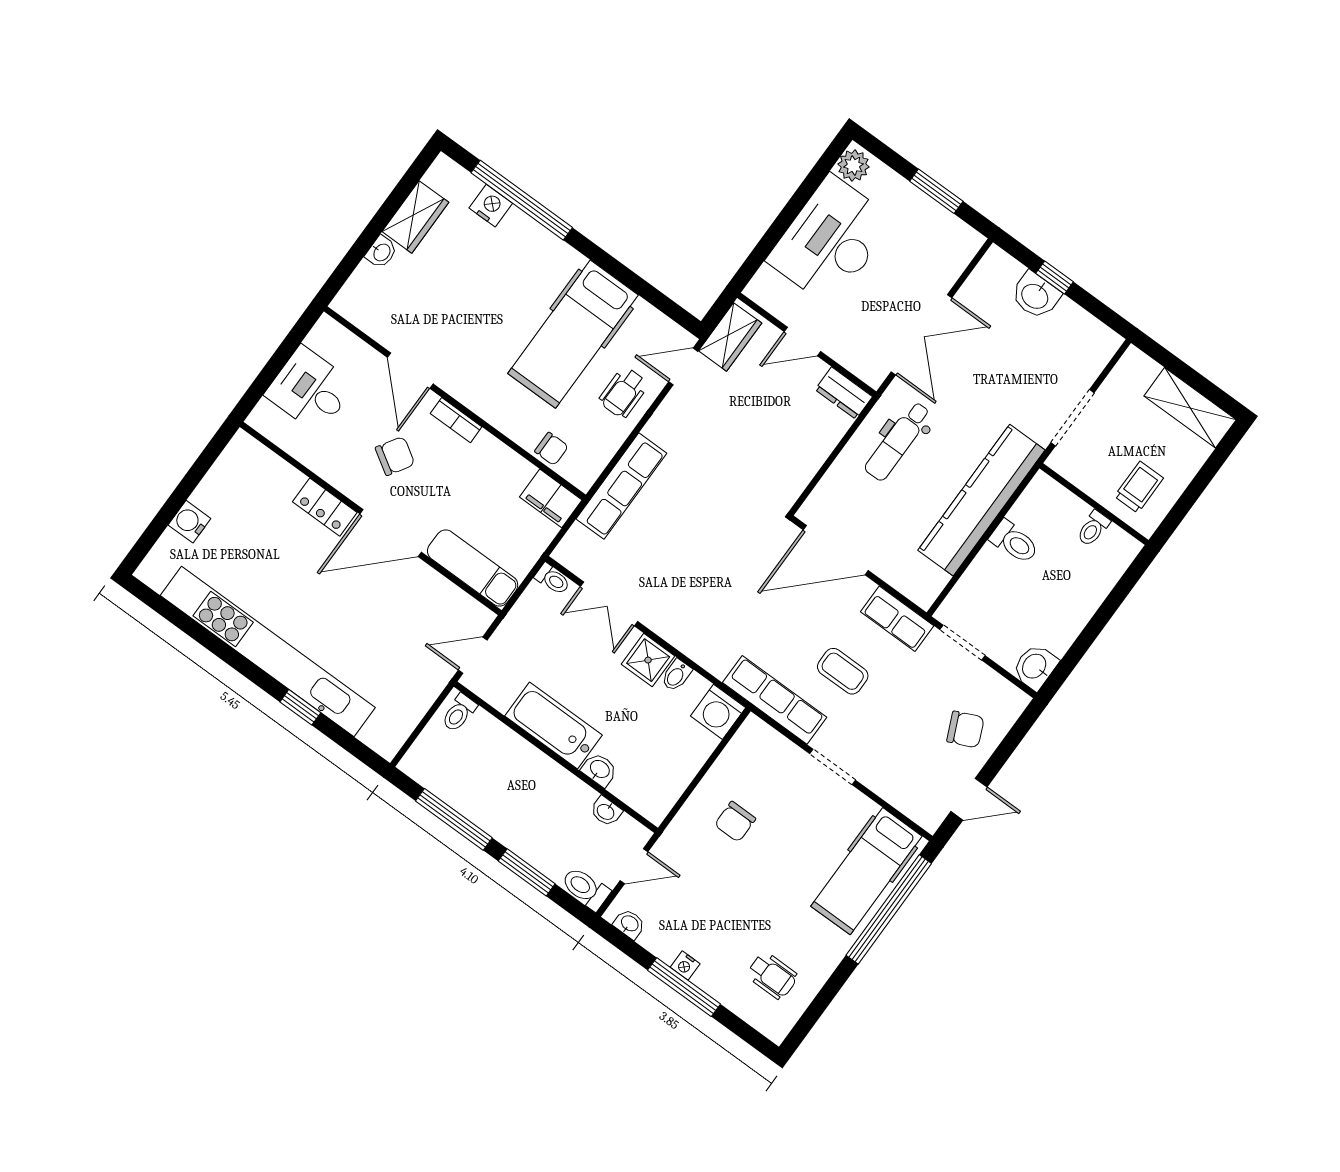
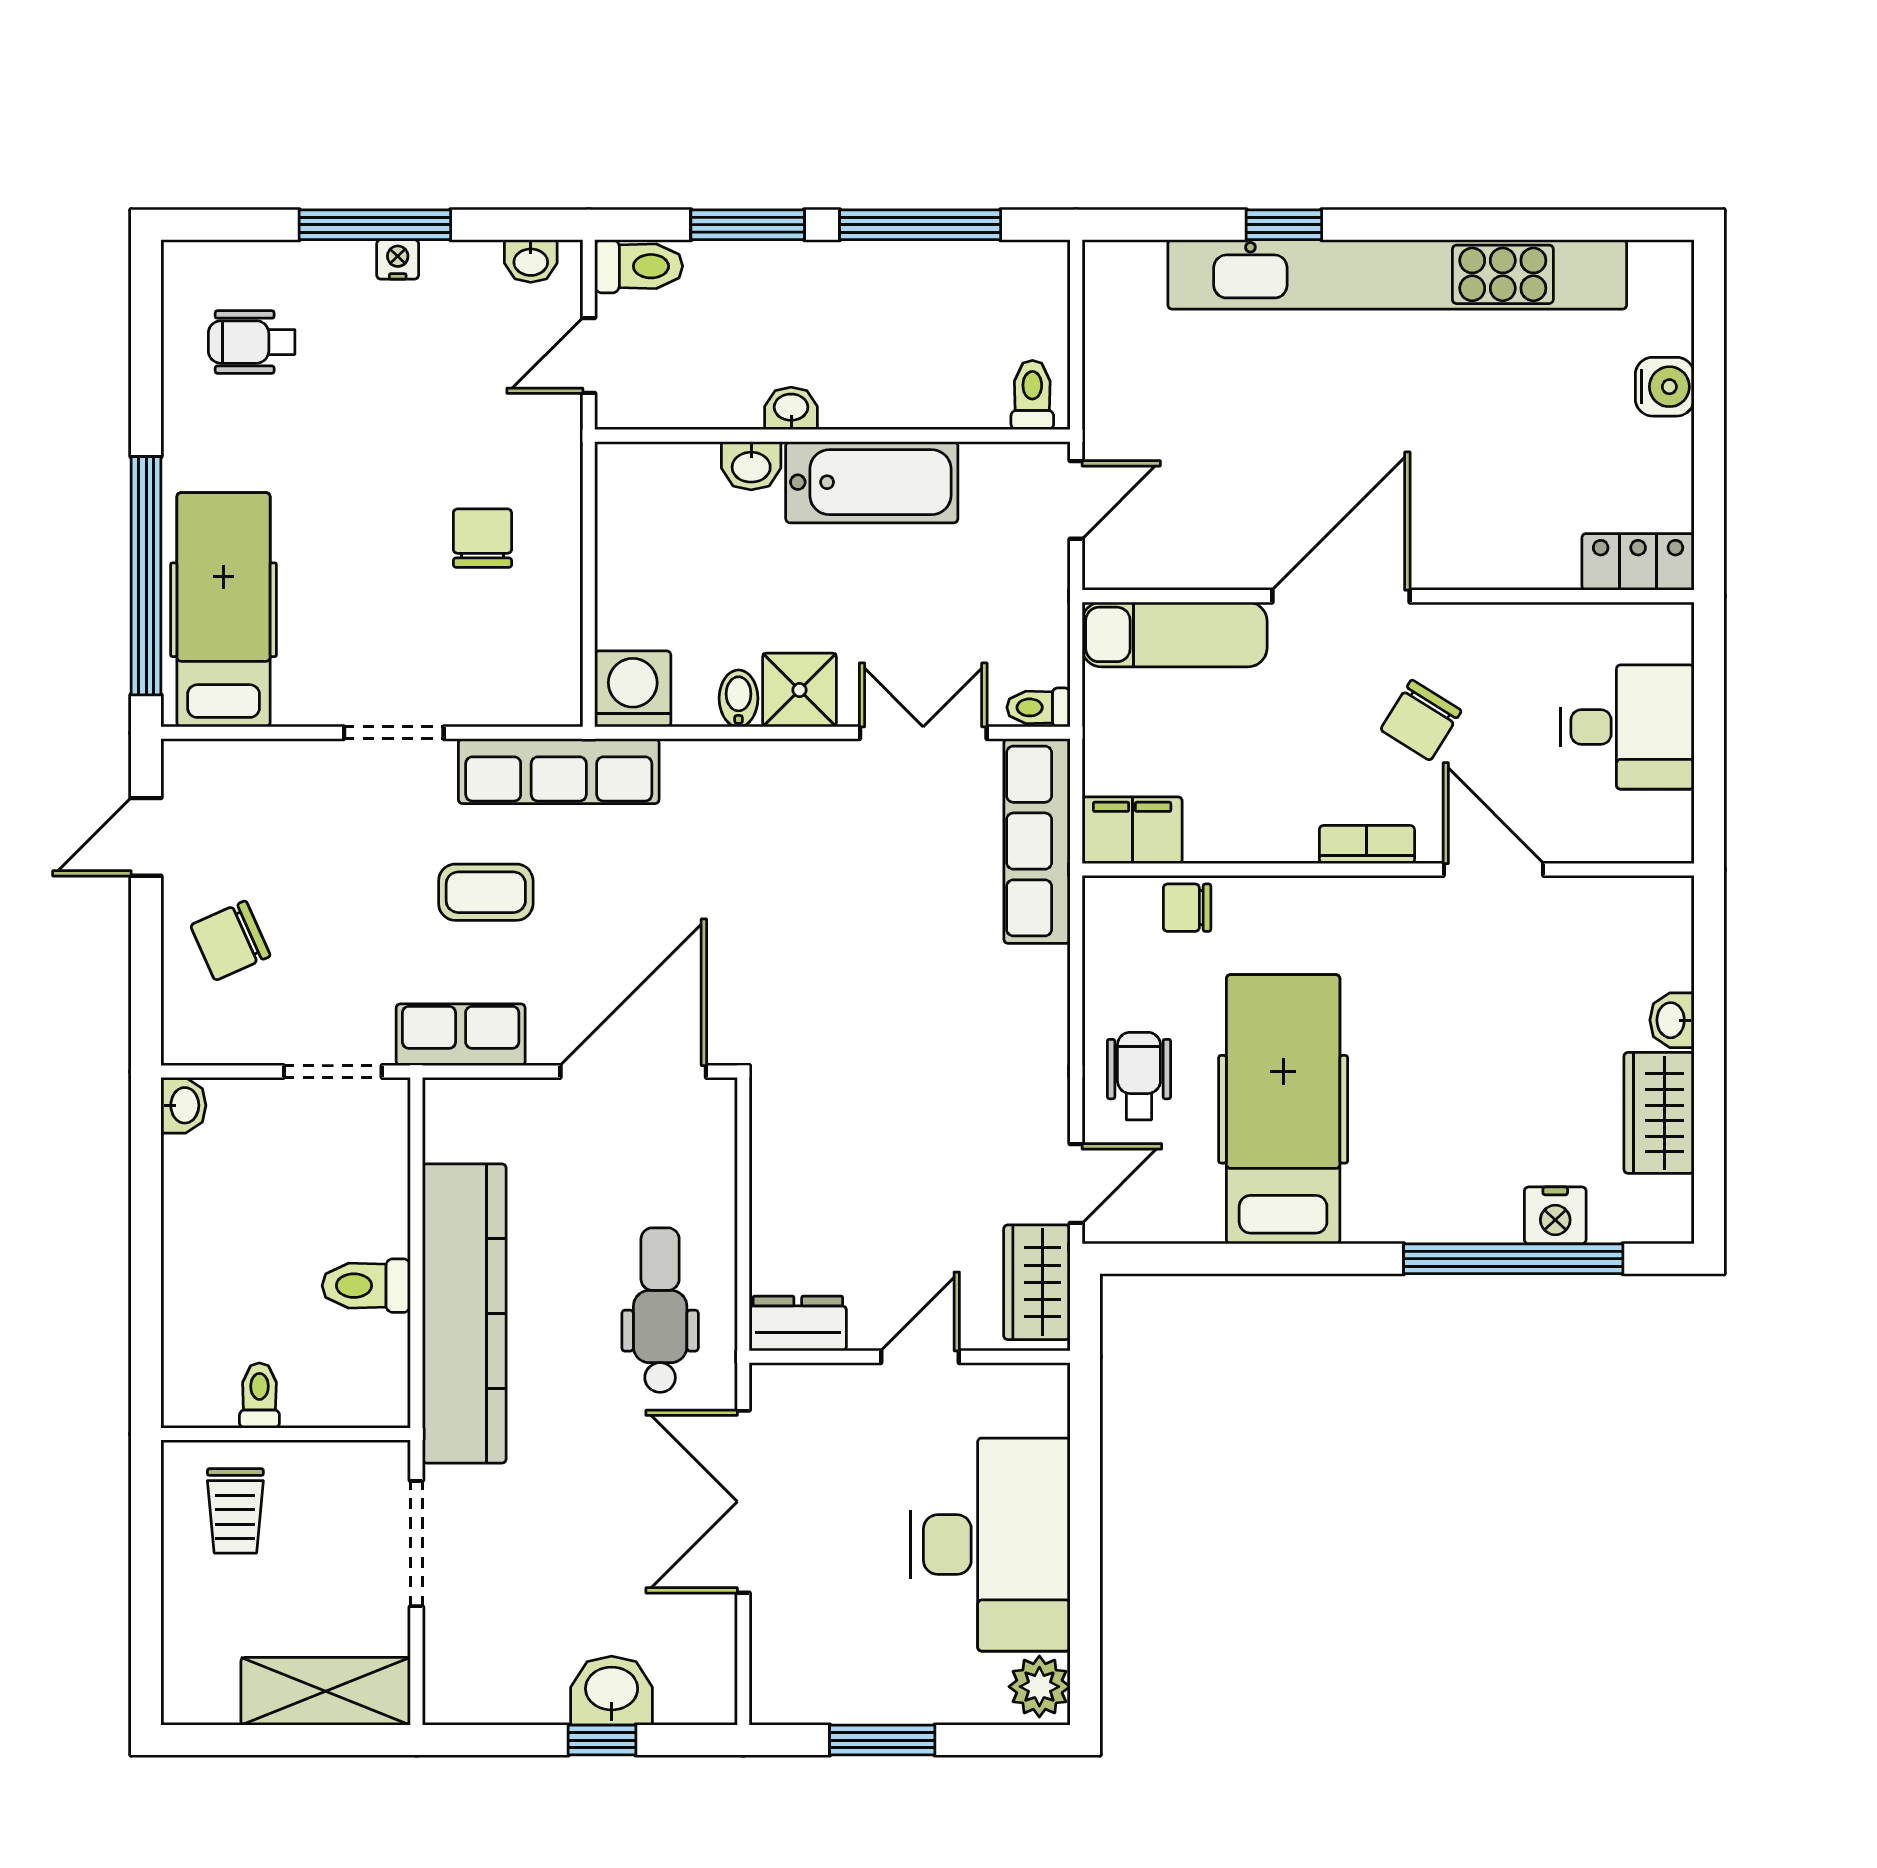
shelving: (1190, 408) -> (326, 1691), moved
row of seats: (621, 486) -> (1037, 841), moved
locker: (325, 507) -> (1638, 562), moved
washbasin: (1035, 667) -> (183, 1105), width x0.72, depth x0.69
washbasin: (606, 811) -> (791, 408), moved

